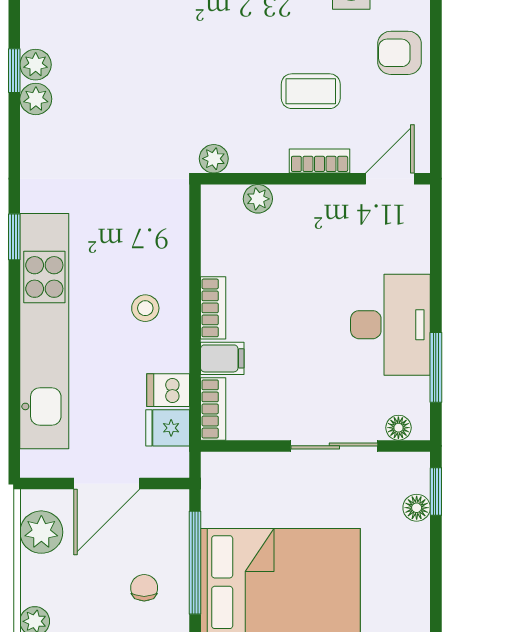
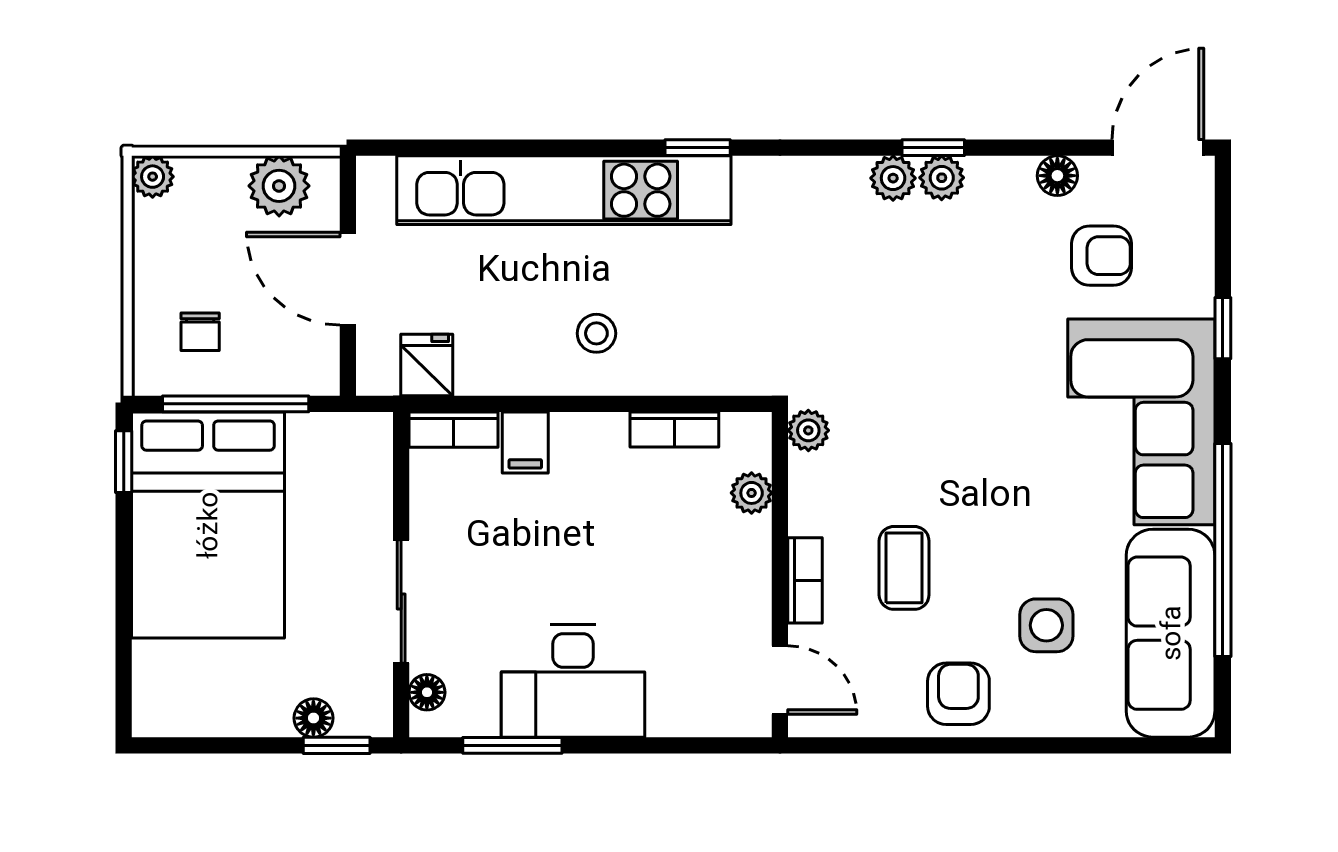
bookcase: (213, 308) -> (674, 430), moved
dishwasher: (168, 390) -> (480, 366), removed
chair: (144, 588) -> (200, 332), turned 90

